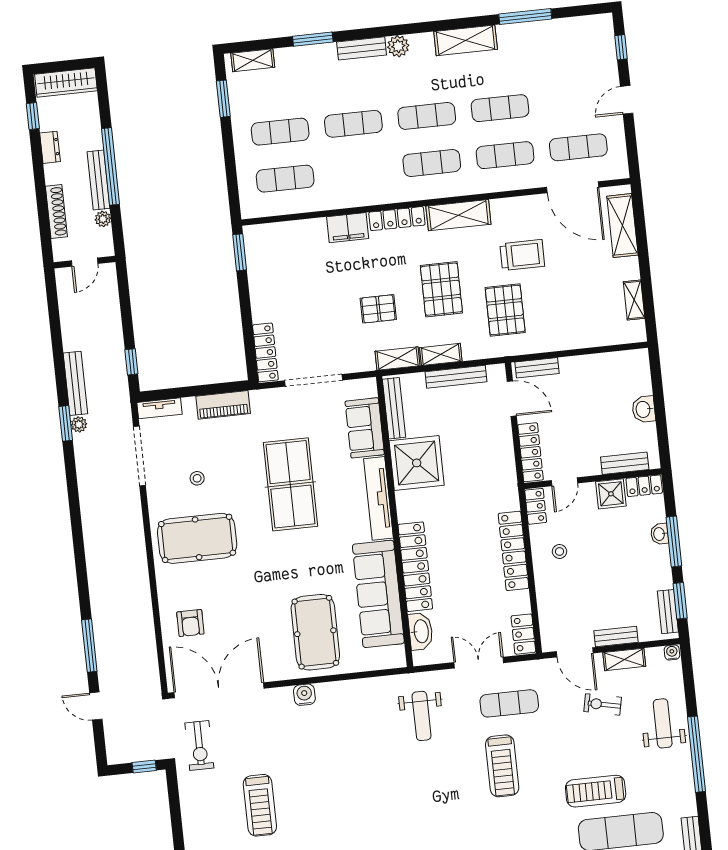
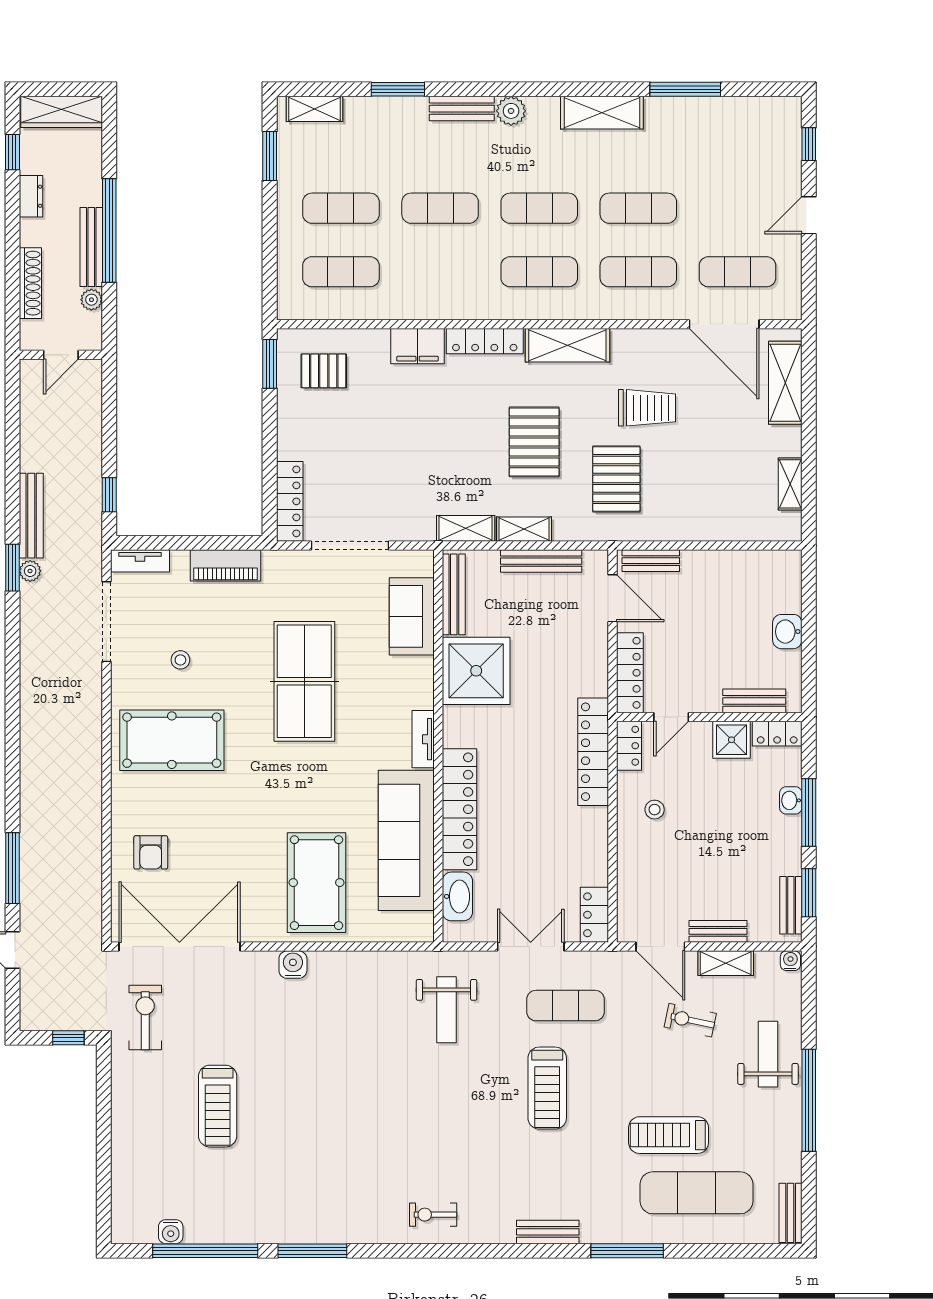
pallet: (378, 309) -> (324, 371), moved
tv unit: (378, 498) -> (423, 739), width x0.52, depth x0.78
locker: (514, 551) -> (593, 752), moved
exercise bike: (199, 745) -> (145, 1017), turned 180

